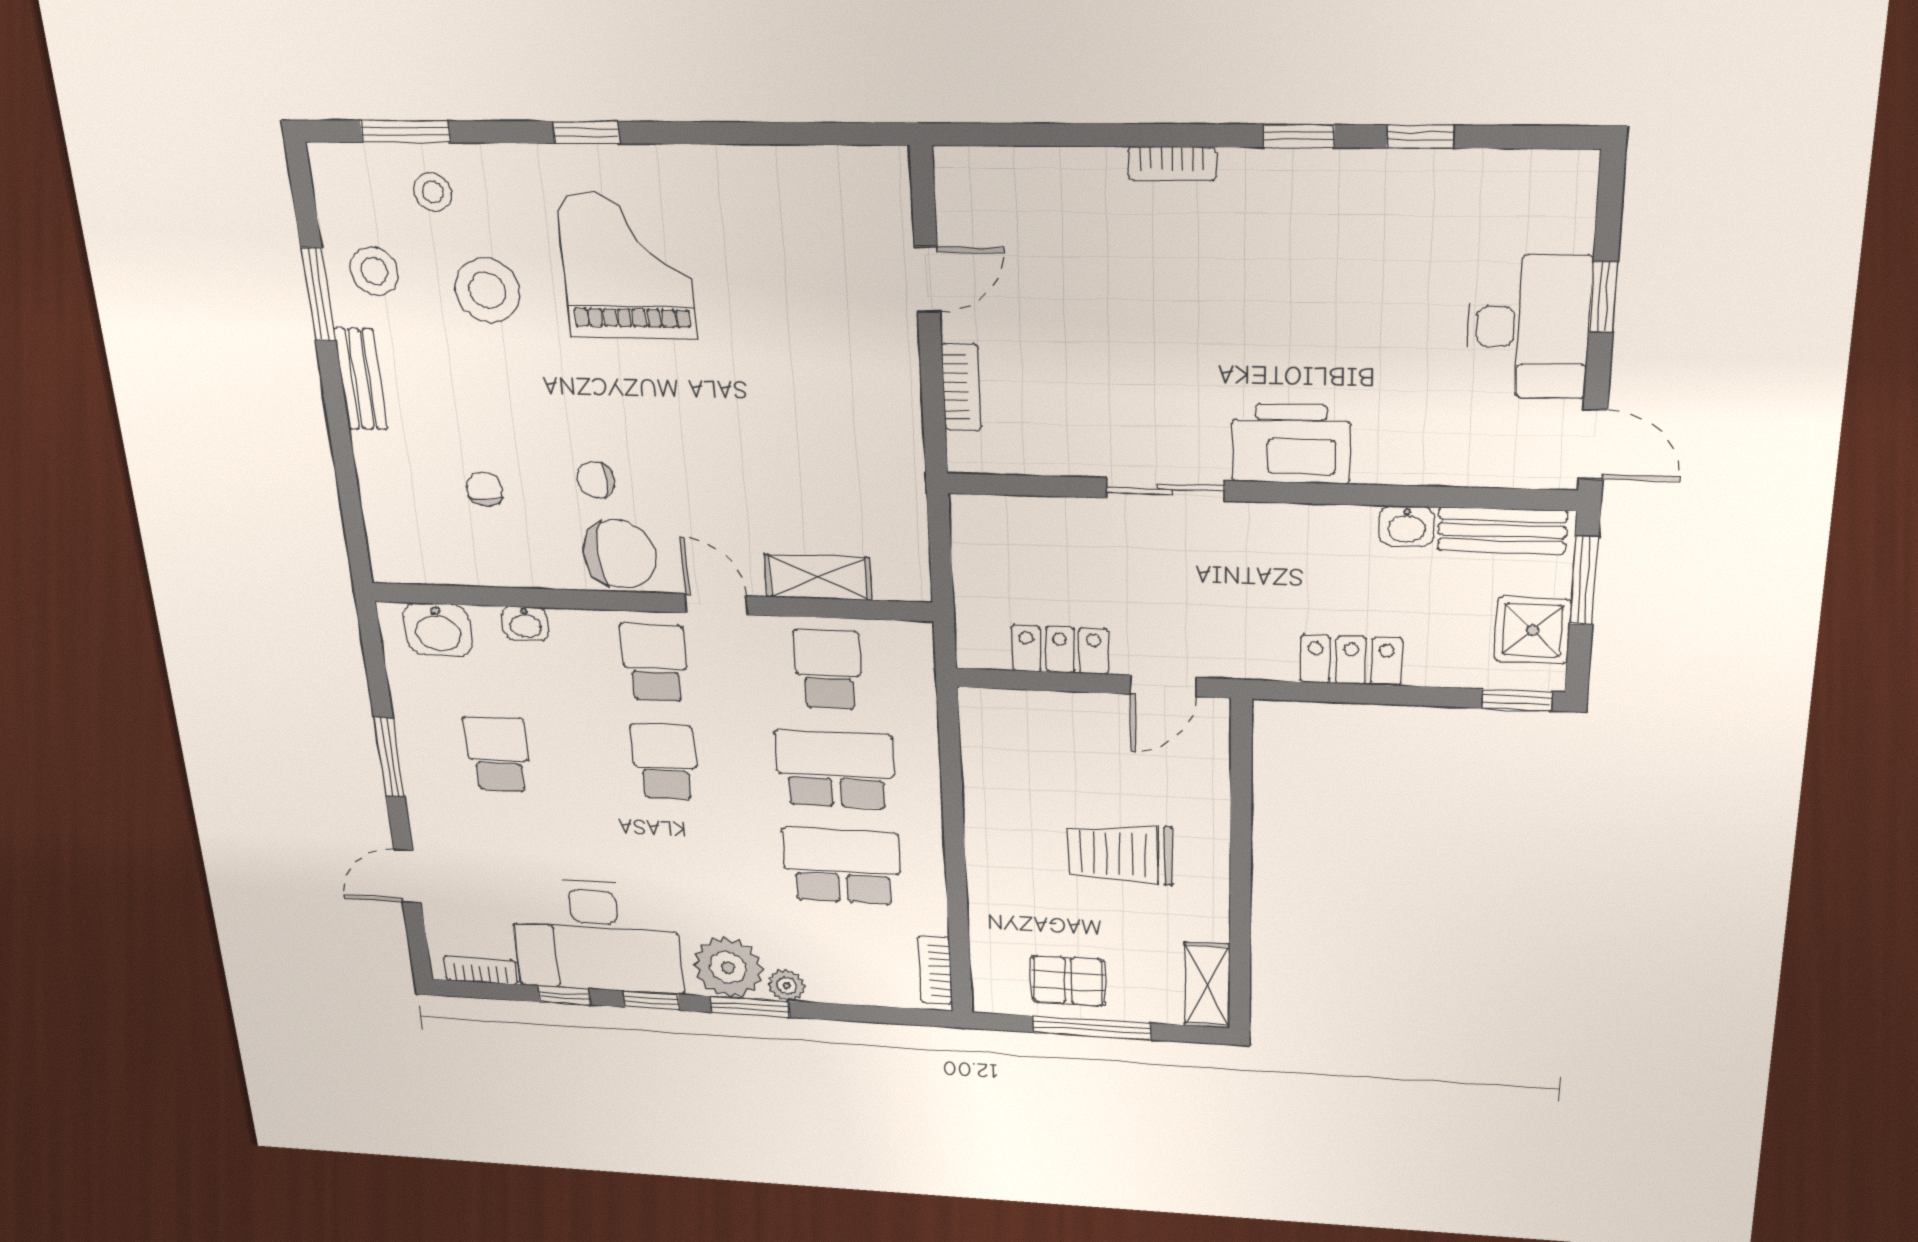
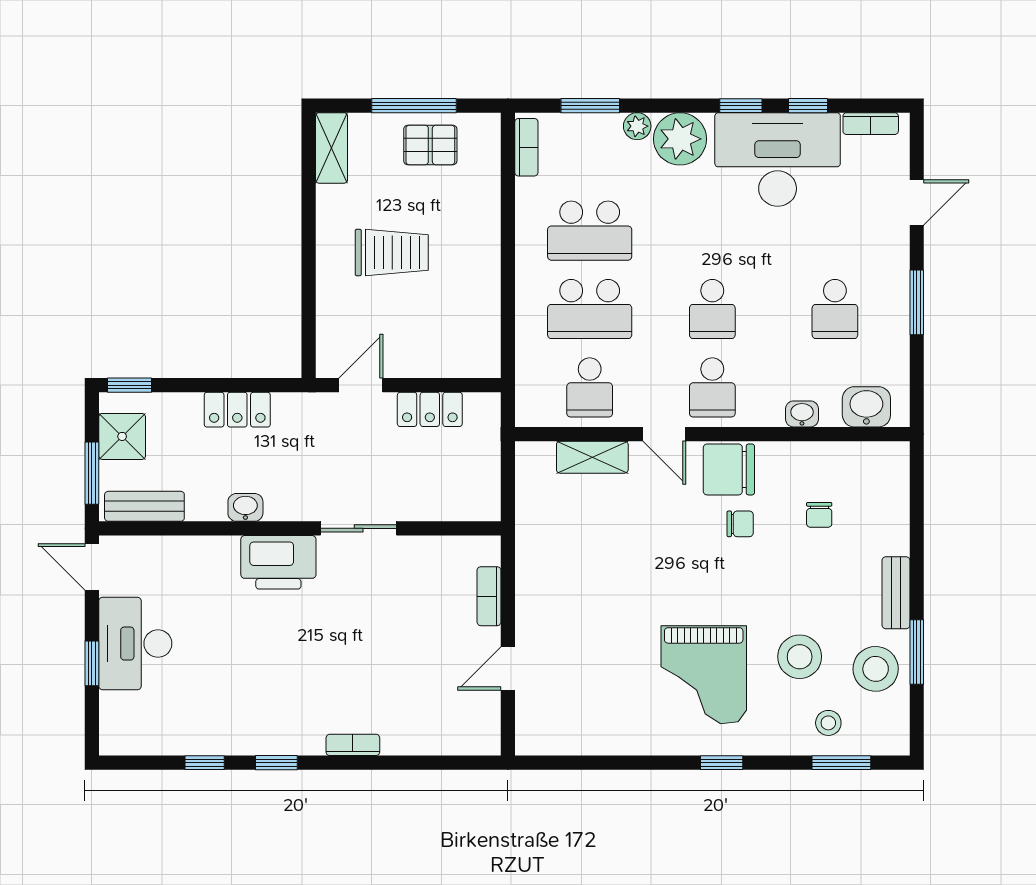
stool: (374, 271) -> (876, 669), width x1.38, depth x1.38
washbasin: (1407, 526) -> (245, 507), moved
window: (750, 1007) -> (590, 106), moved

